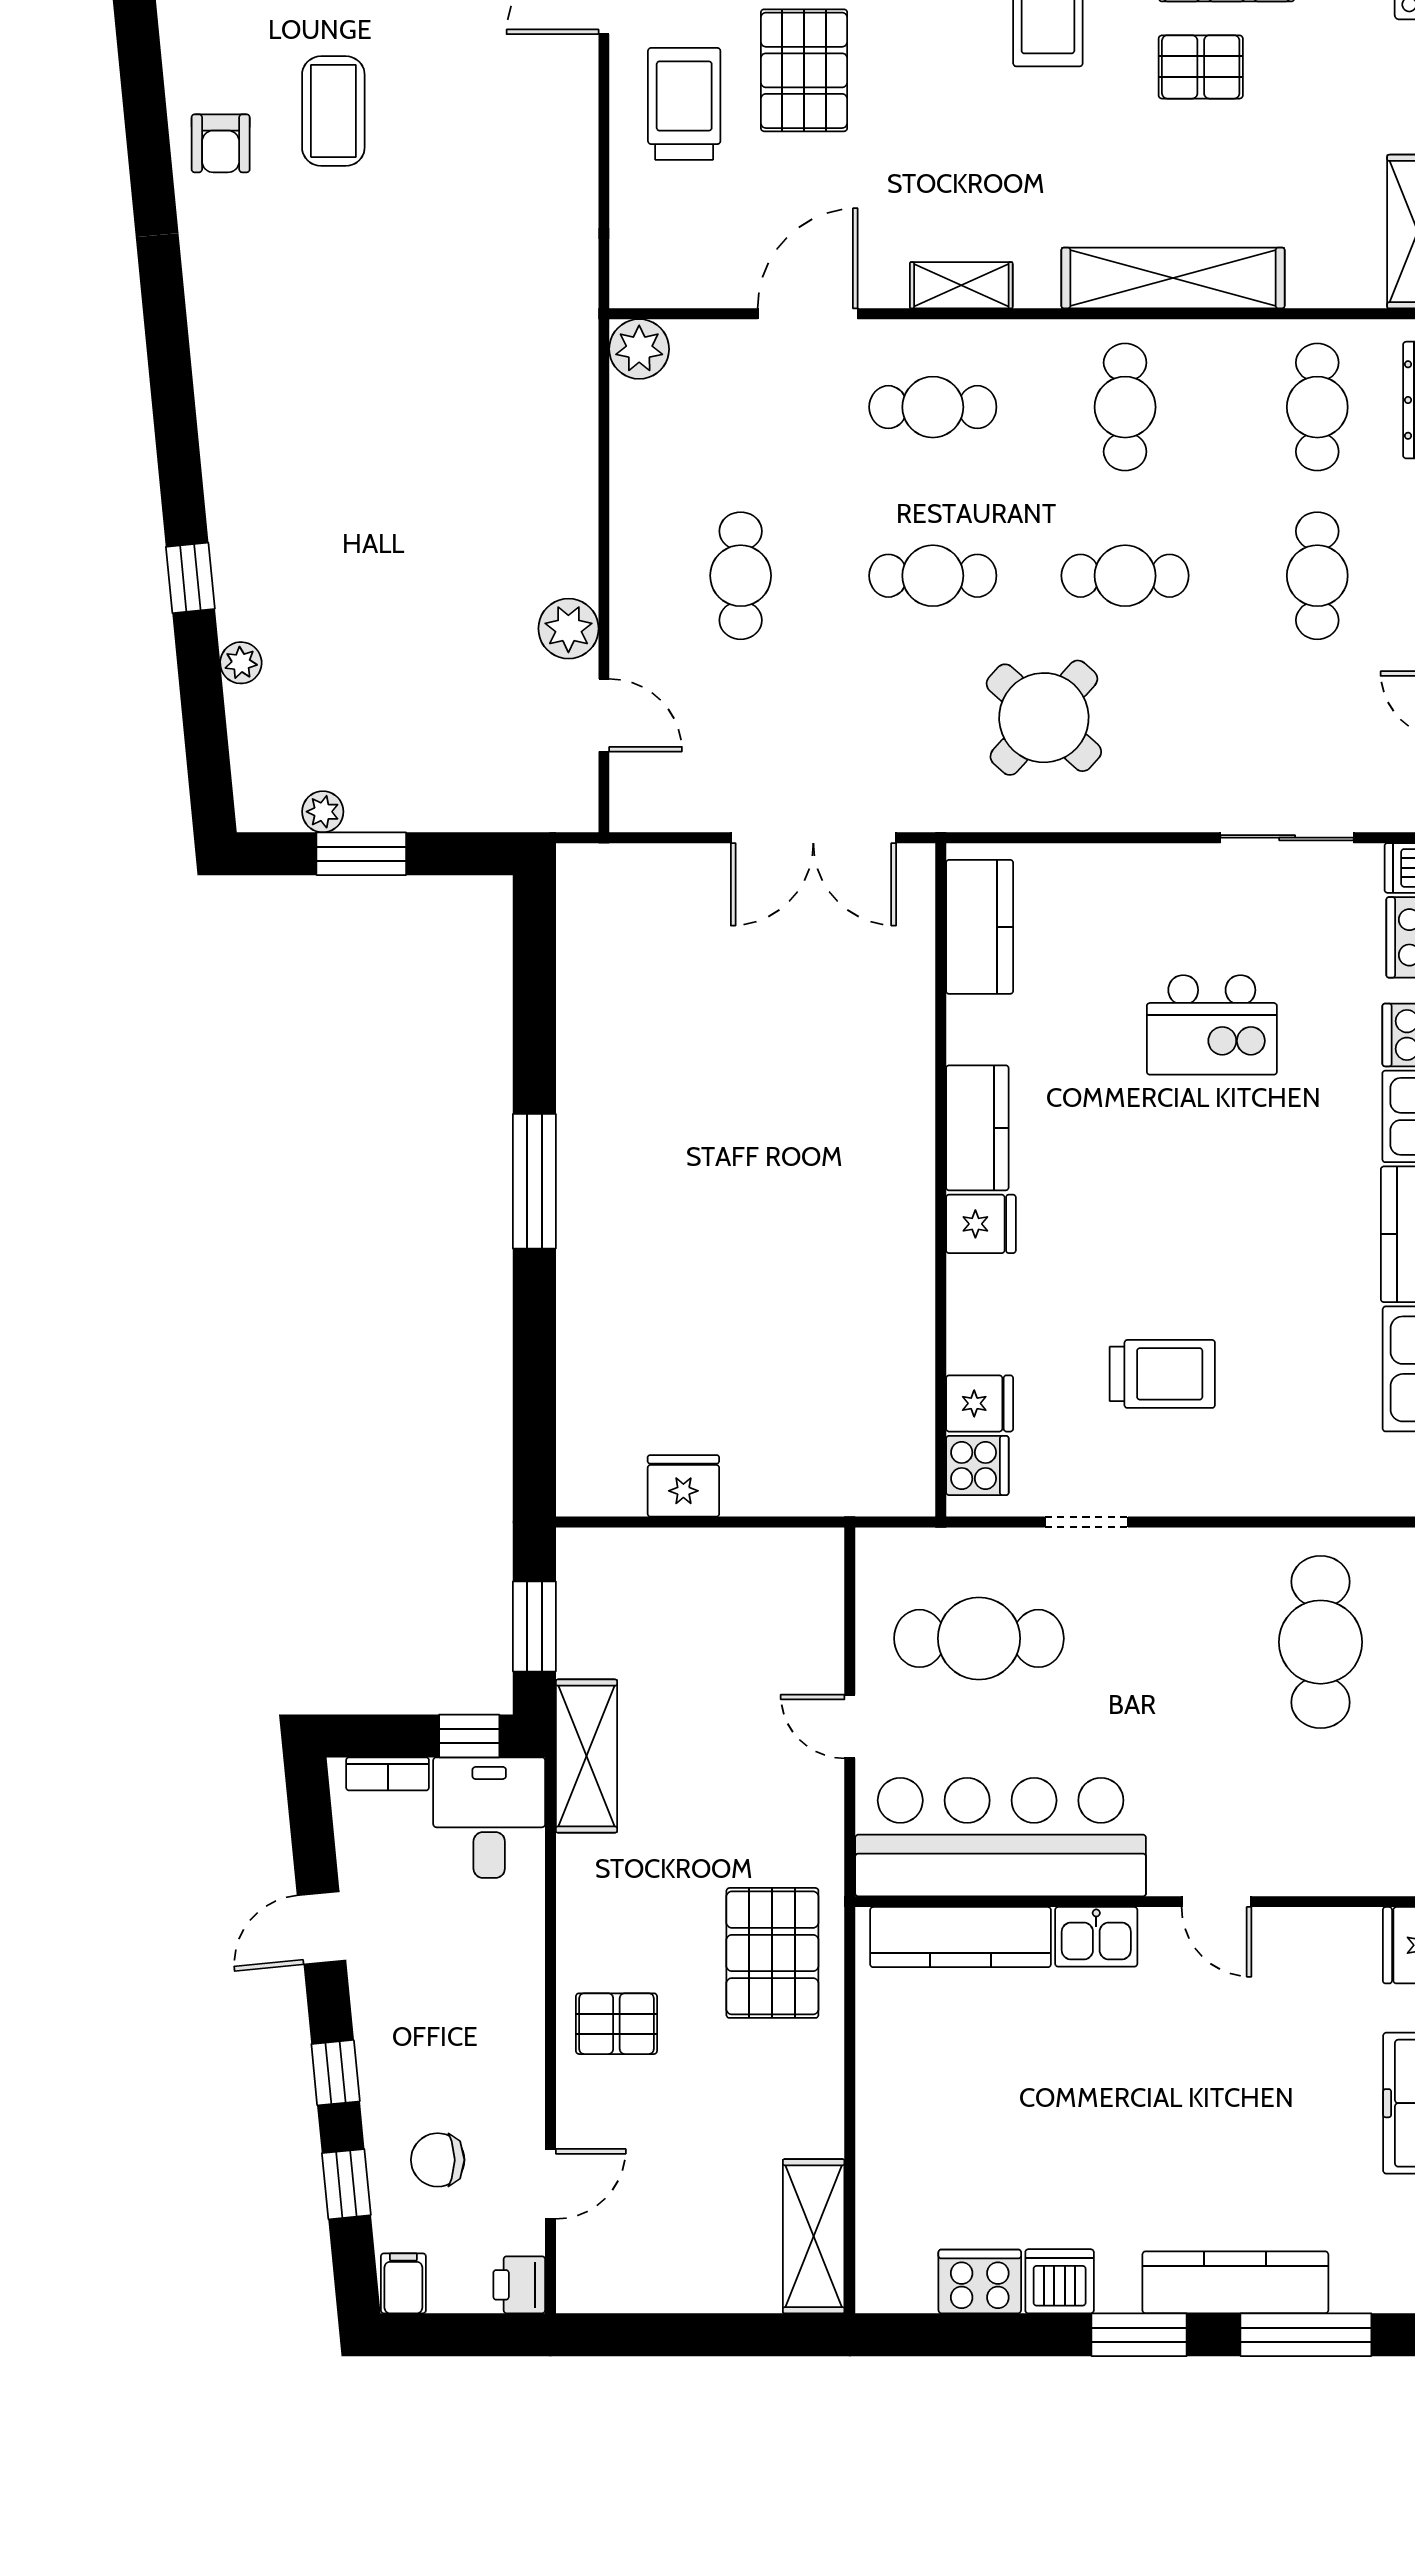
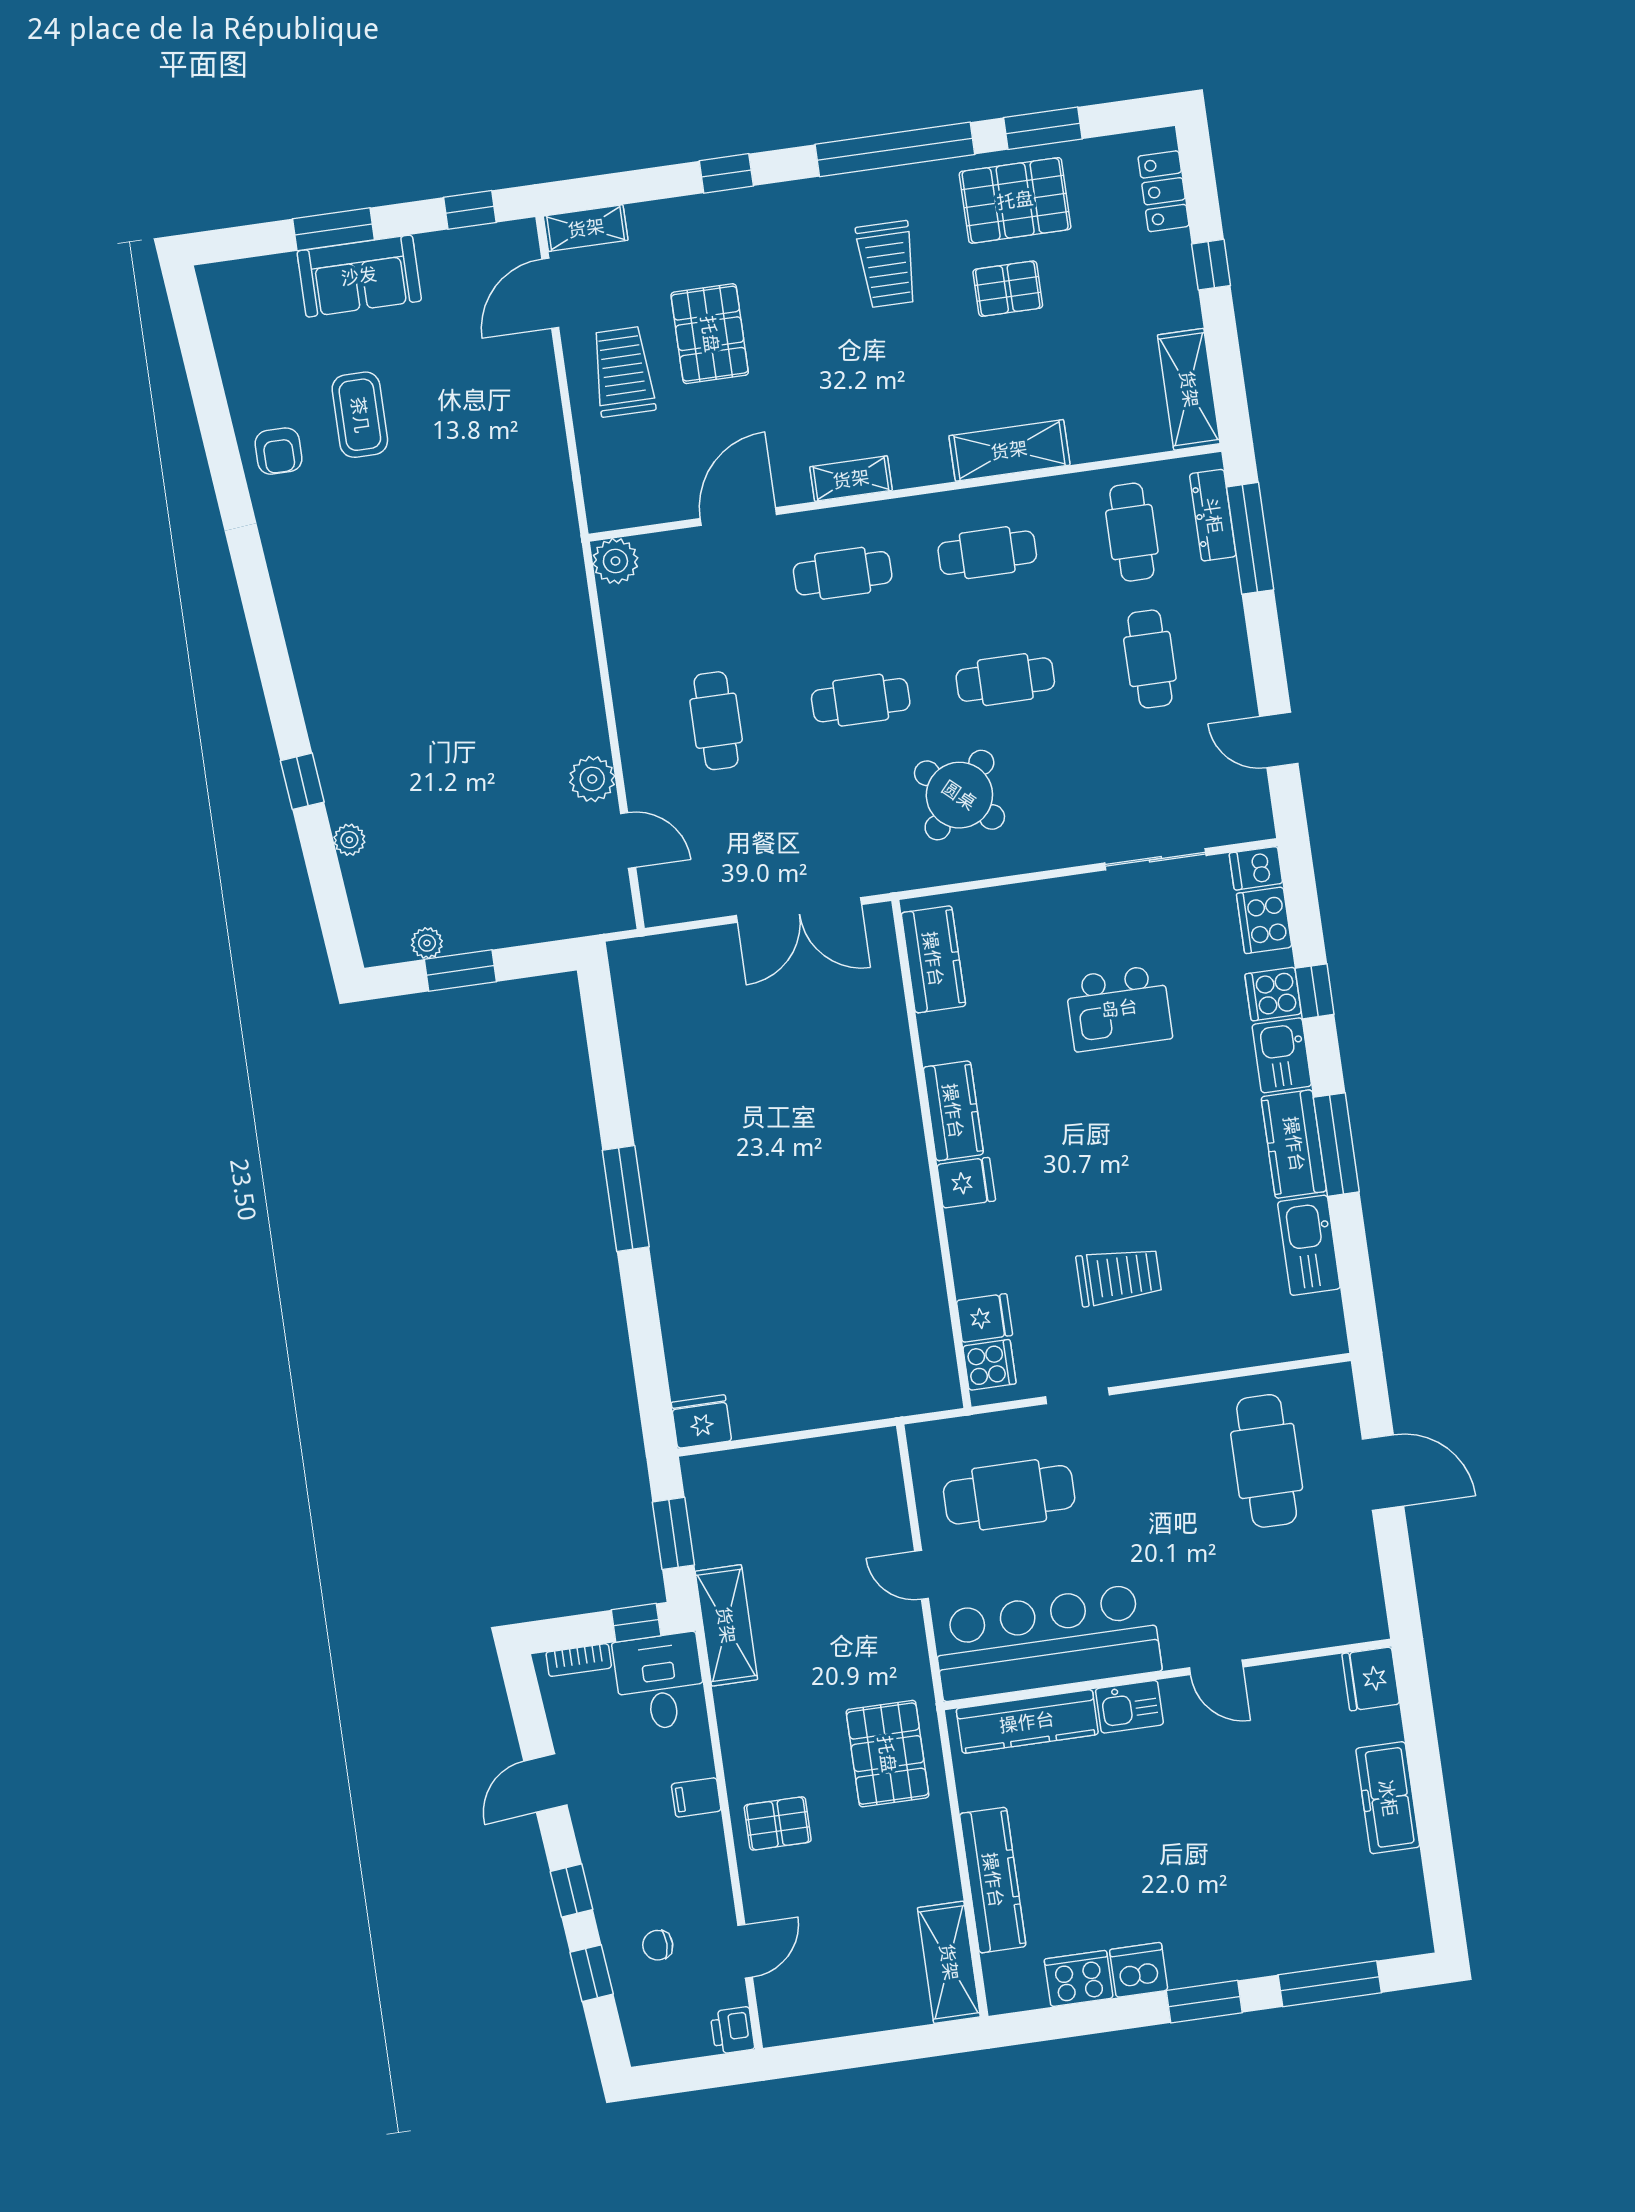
shelving: (1173, 278) -> (1009, 450), width x0.68
cafe table: (1125, 407) -> (987, 553), turned 90
fridge: (683, 1486) -> (701, 1422), moved
chair: (438, 2160) -> (658, 1945), width x0.73, depth x0.73
kitchen counter: (1235, 2282) -> (993, 1880), moved, turned 90
filing cabinet: (403, 2283) -> (696, 1797), moved, turned -90

